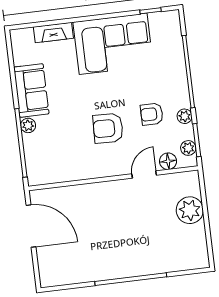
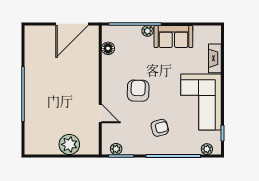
armchair: (152, 114) -> (160, 128), moved, turned 75
plant: (185, 116) -> (207, 149), moved
floor lamp: (168, 161) -> (108, 48), moved

